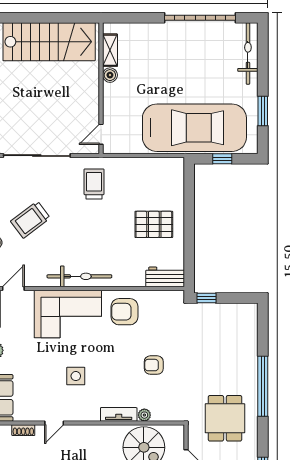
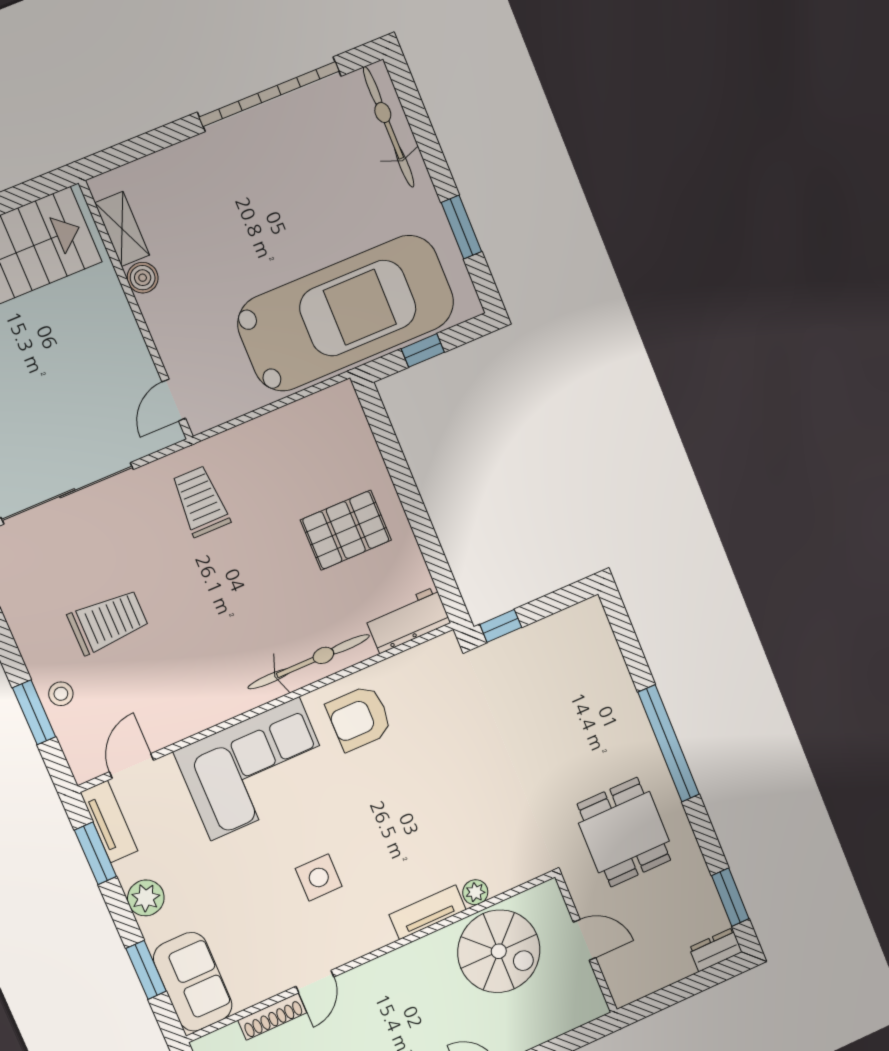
trolley: (30, 220) -> (108, 622), turned -143
bicycle: (79, 276) -> (309, 662), moved
armchair: (154, 365) -> (455, 793), removed
shoe rack: (23, 430) -> (272, 1016), width x1.43

